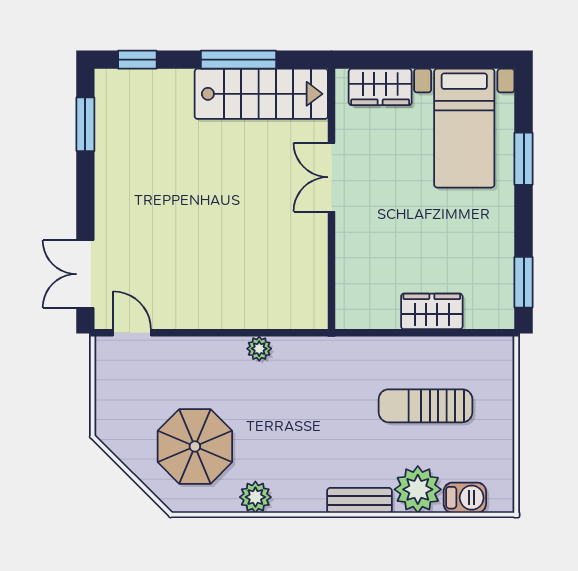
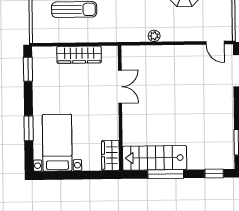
wardrobe: (380, 87) -> (110, 155), moved, turned -90
double door: (332, 177) -> (120, 87), moved
wardrobe: (432, 311) -> (79, 55), width x1.50

